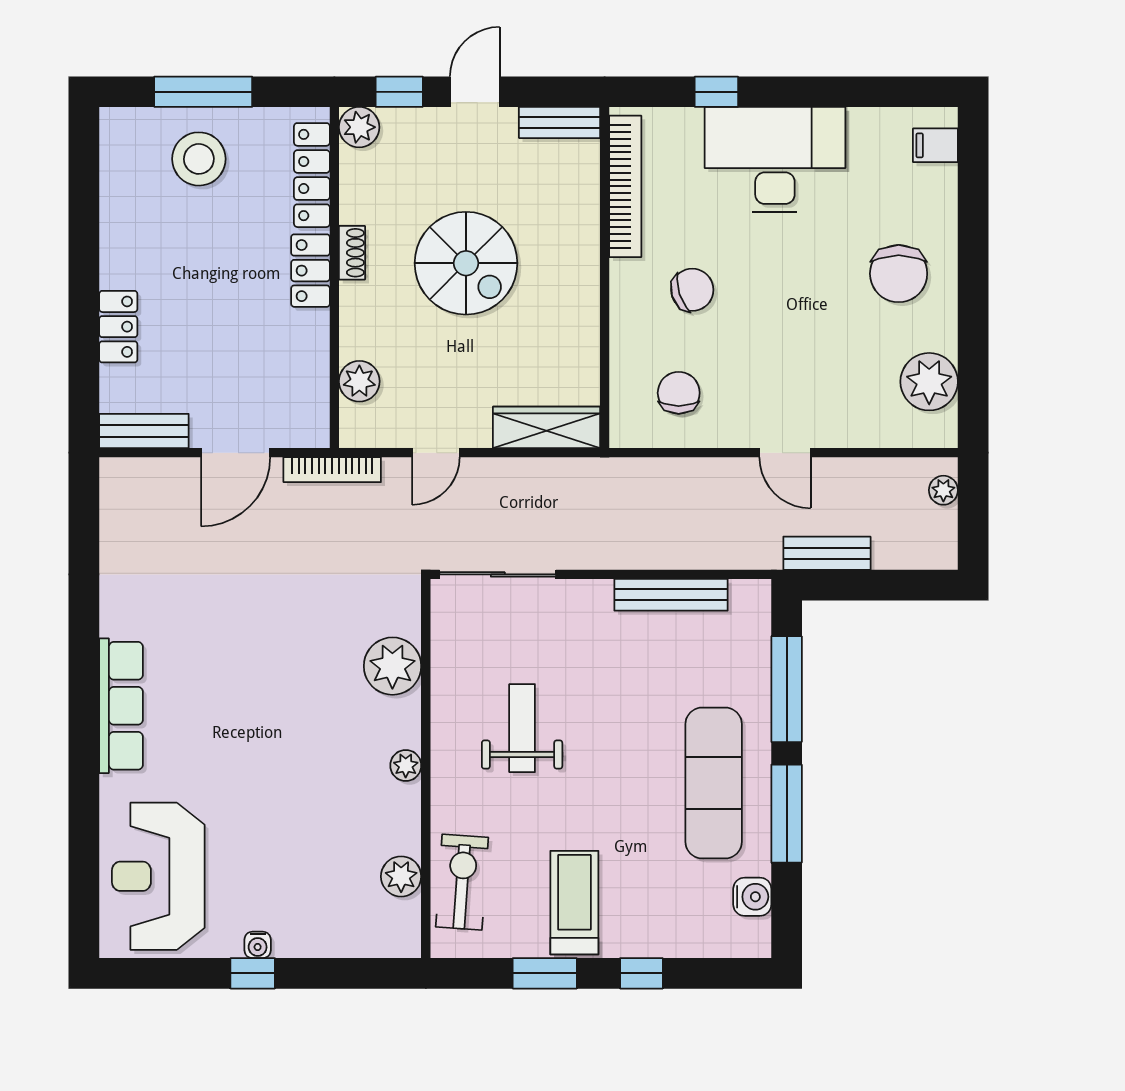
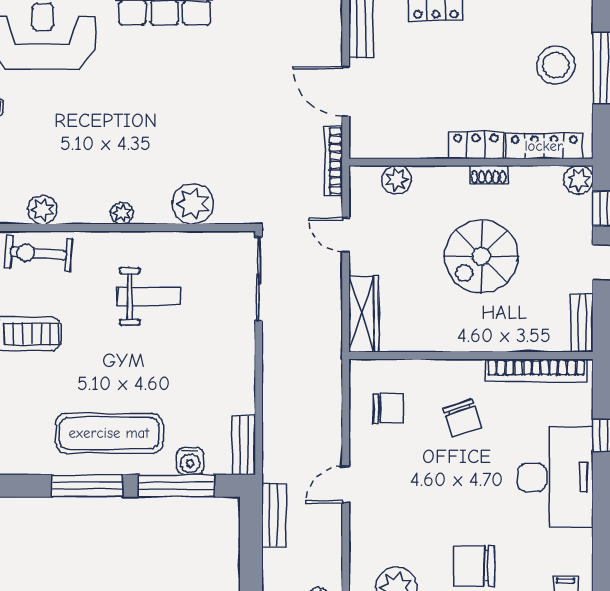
bench: (671, 595) -> (244, 445), moved, width x0.73
exercise bike: (462, 882) -> (38, 253), turned 180
water cooler: (752, 897) -> (190, 461), moved

